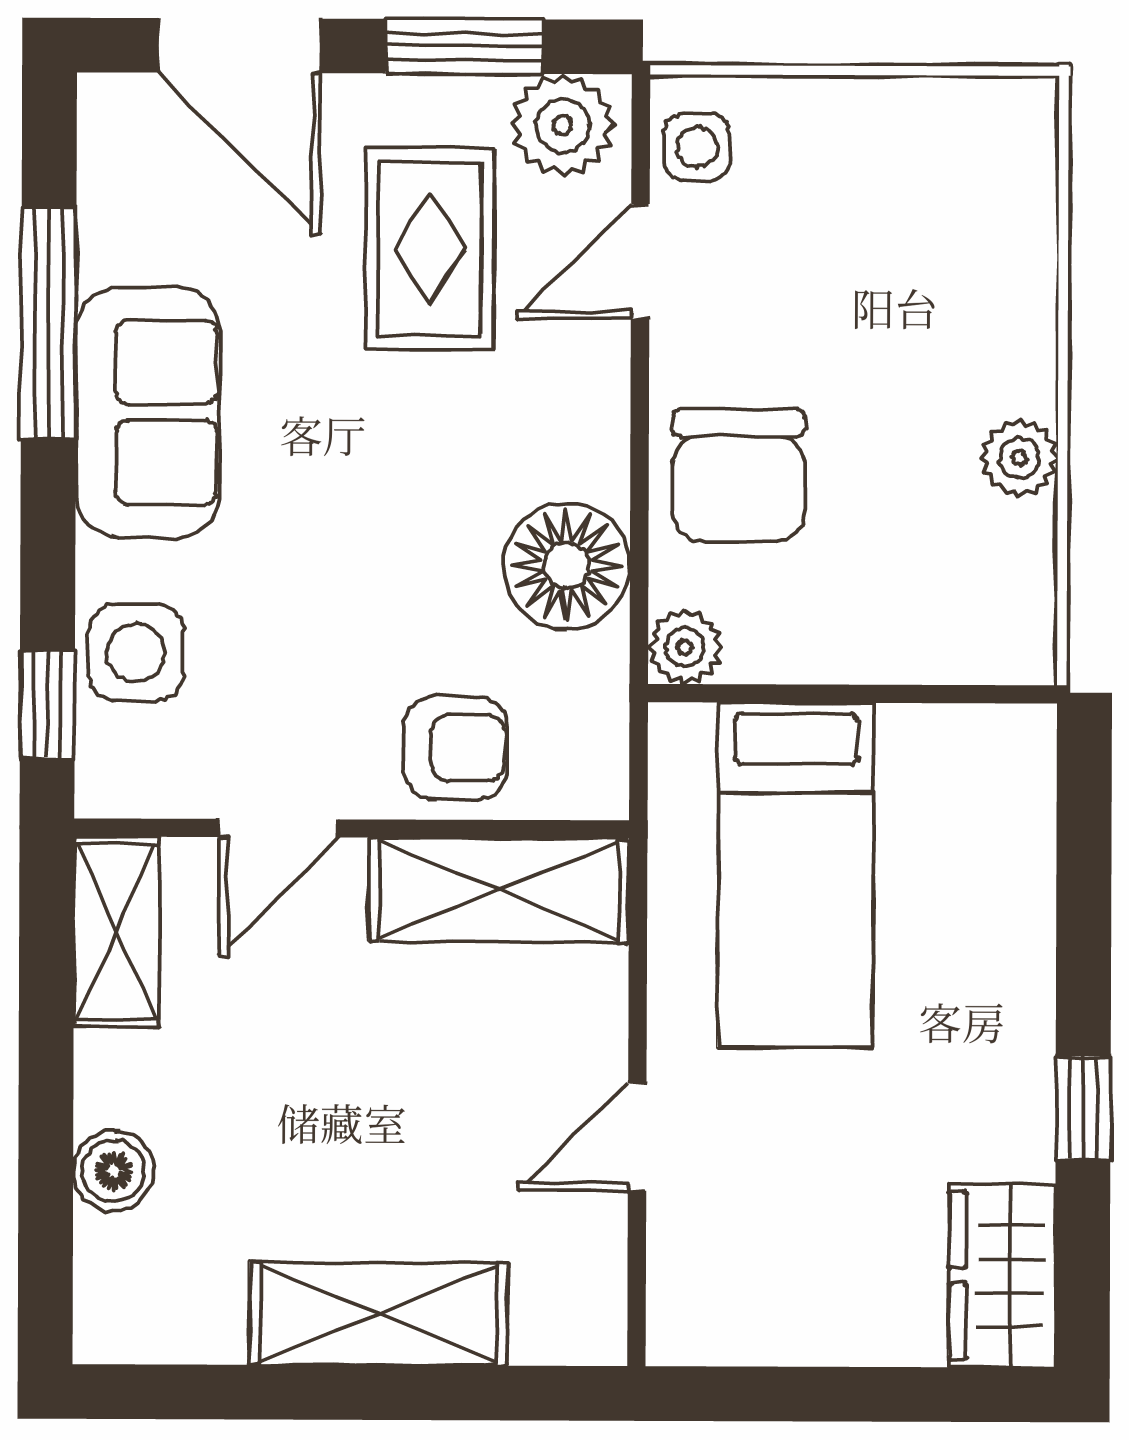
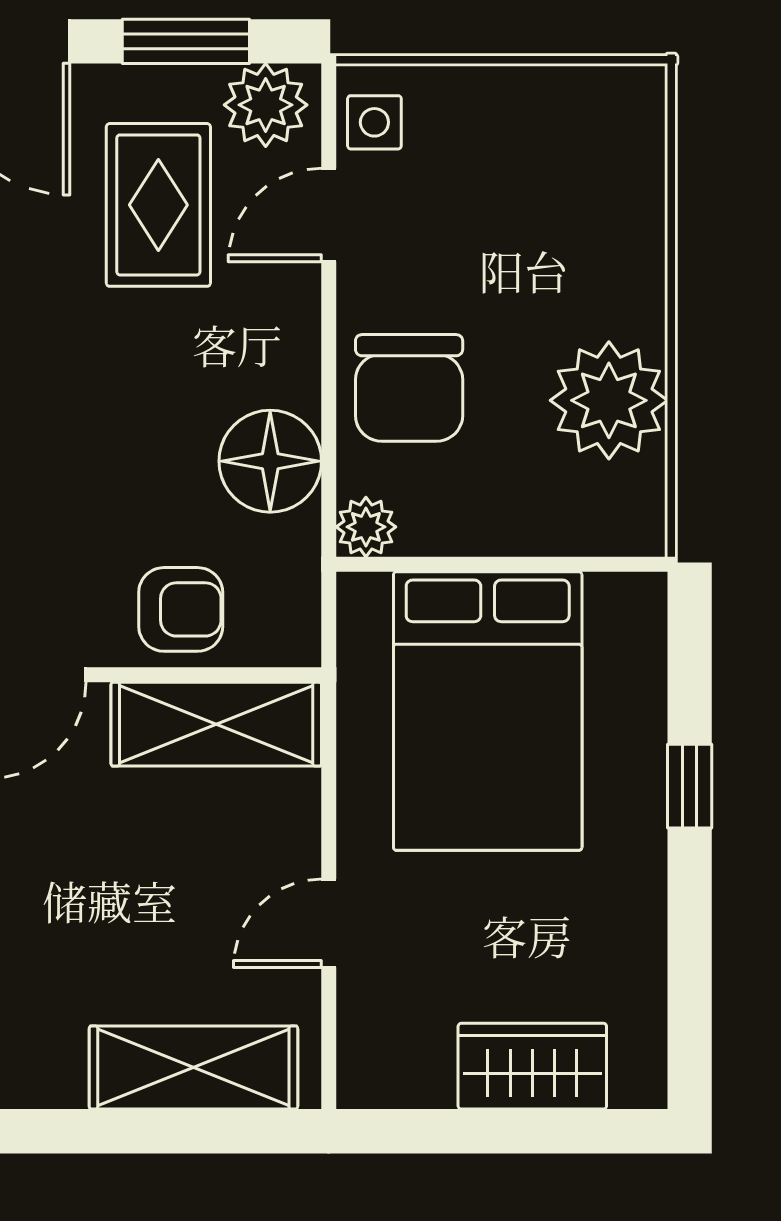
plant: (1019, 458) -> (609, 400), width x1.87, depth x1.87
bed: (796, 875) -> (488, 711), width x1.50
window: (1083, 1108) -> (690, 786), moved
wardrobe: (1002, 1276) -> (532, 1066), moved, turned 90
shelving: (378, 1314) -> (193, 1068), moved

